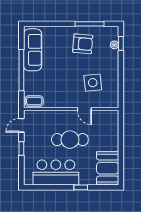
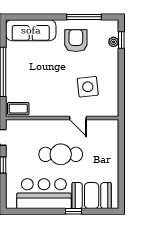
armchair: (83, 44) -> (76, 41), turned -95
sofa: (33, 50) -> (31, 30), moved, turned 90
booth: (108, 168) -> (92, 196), moved, turned 90

